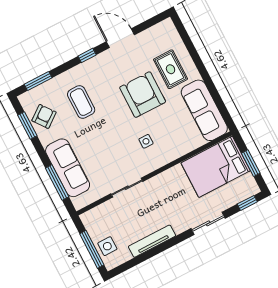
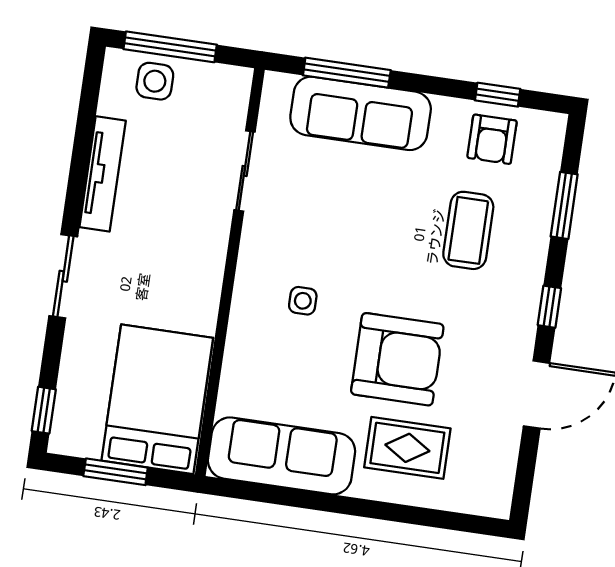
window: (38, 81) -> (564, 205), moved
coffee table: (81, 102) -> (468, 230), turned 90
armchair: (44, 116) -> (492, 139), turned 37
window: (27, 125) -> (498, 95), width x0.67
sliding door: (127, 188) -> (245, 171), moved
sliding door: (208, 223) -> (63, 276), moved

